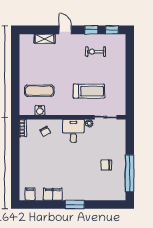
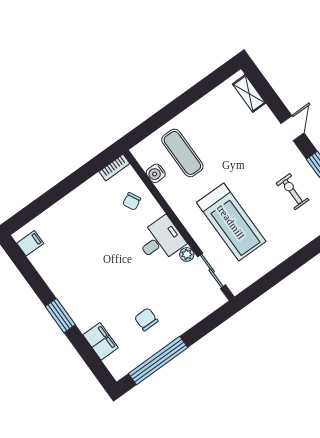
shelving: (45, 39) -> (249, 94), moved
treadmill: (89, 91) -> (231, 222), width x1.37, depth x1.38
filing cabinet: (53, 194) -> (100, 341), moved

